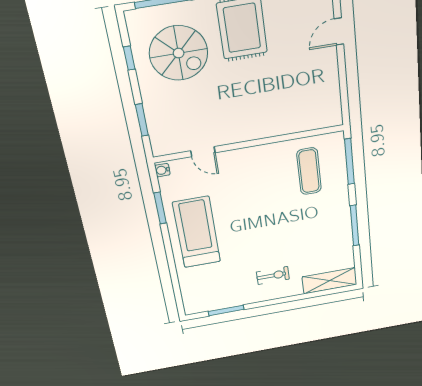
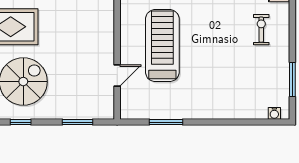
water cooler: (162, 170) -> (274, 113), moved
treadmill: (197, 232) -> (162, 46), moved, turned 90

